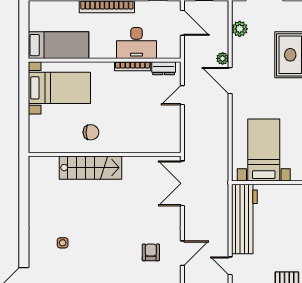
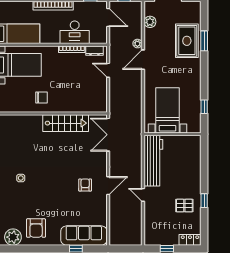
door: (230, 81) -> (143, 60), hinge flipped
door: (182, 95) -> (108, 70), hinge flipped
stairs: (90, 168) -> (66, 123), moved

